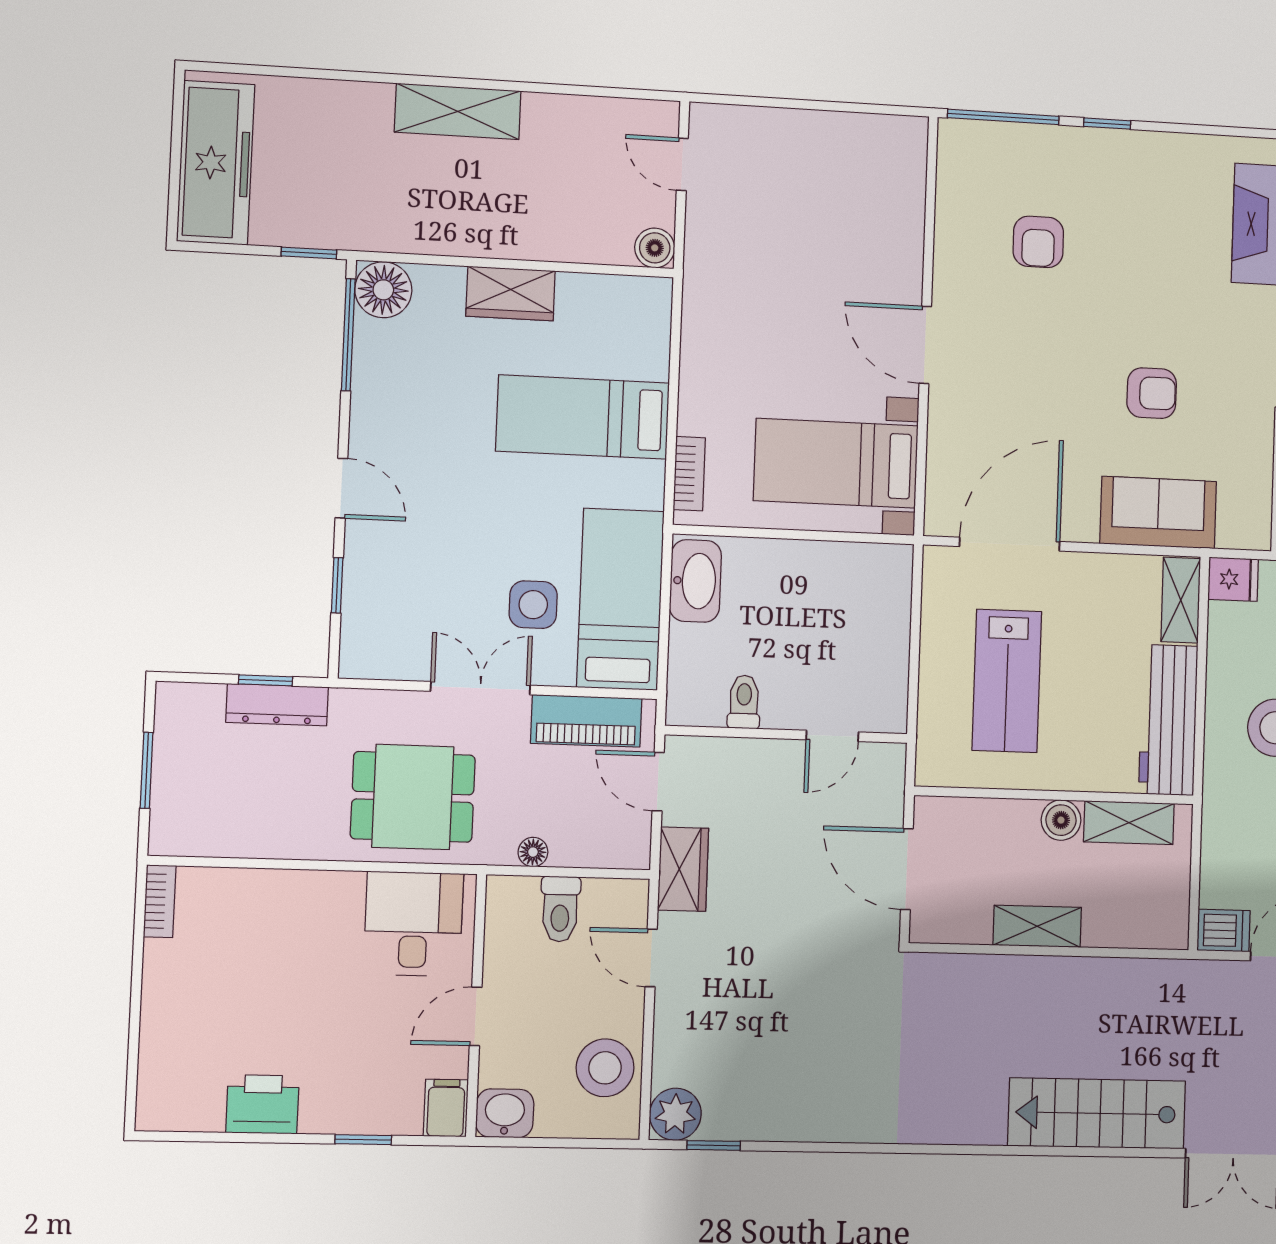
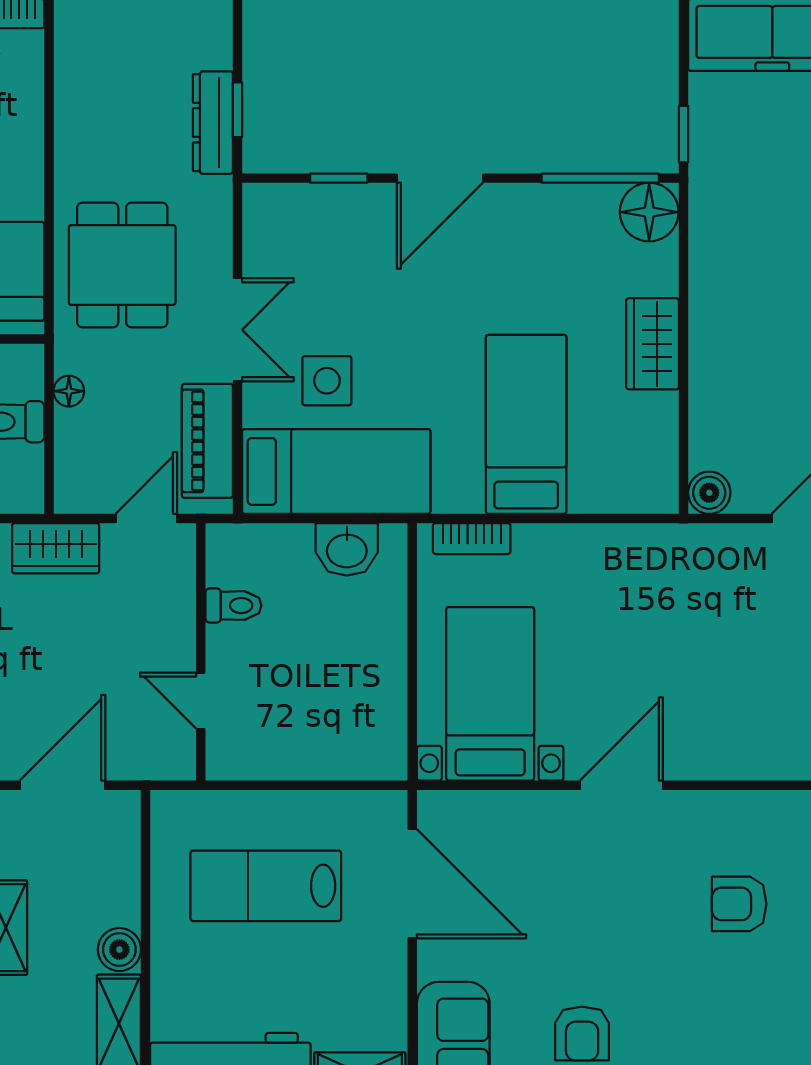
door: (341, 488) -> (440, 178), width x1.38
washbasin: (695, 581) -> (347, 549), width x0.72

